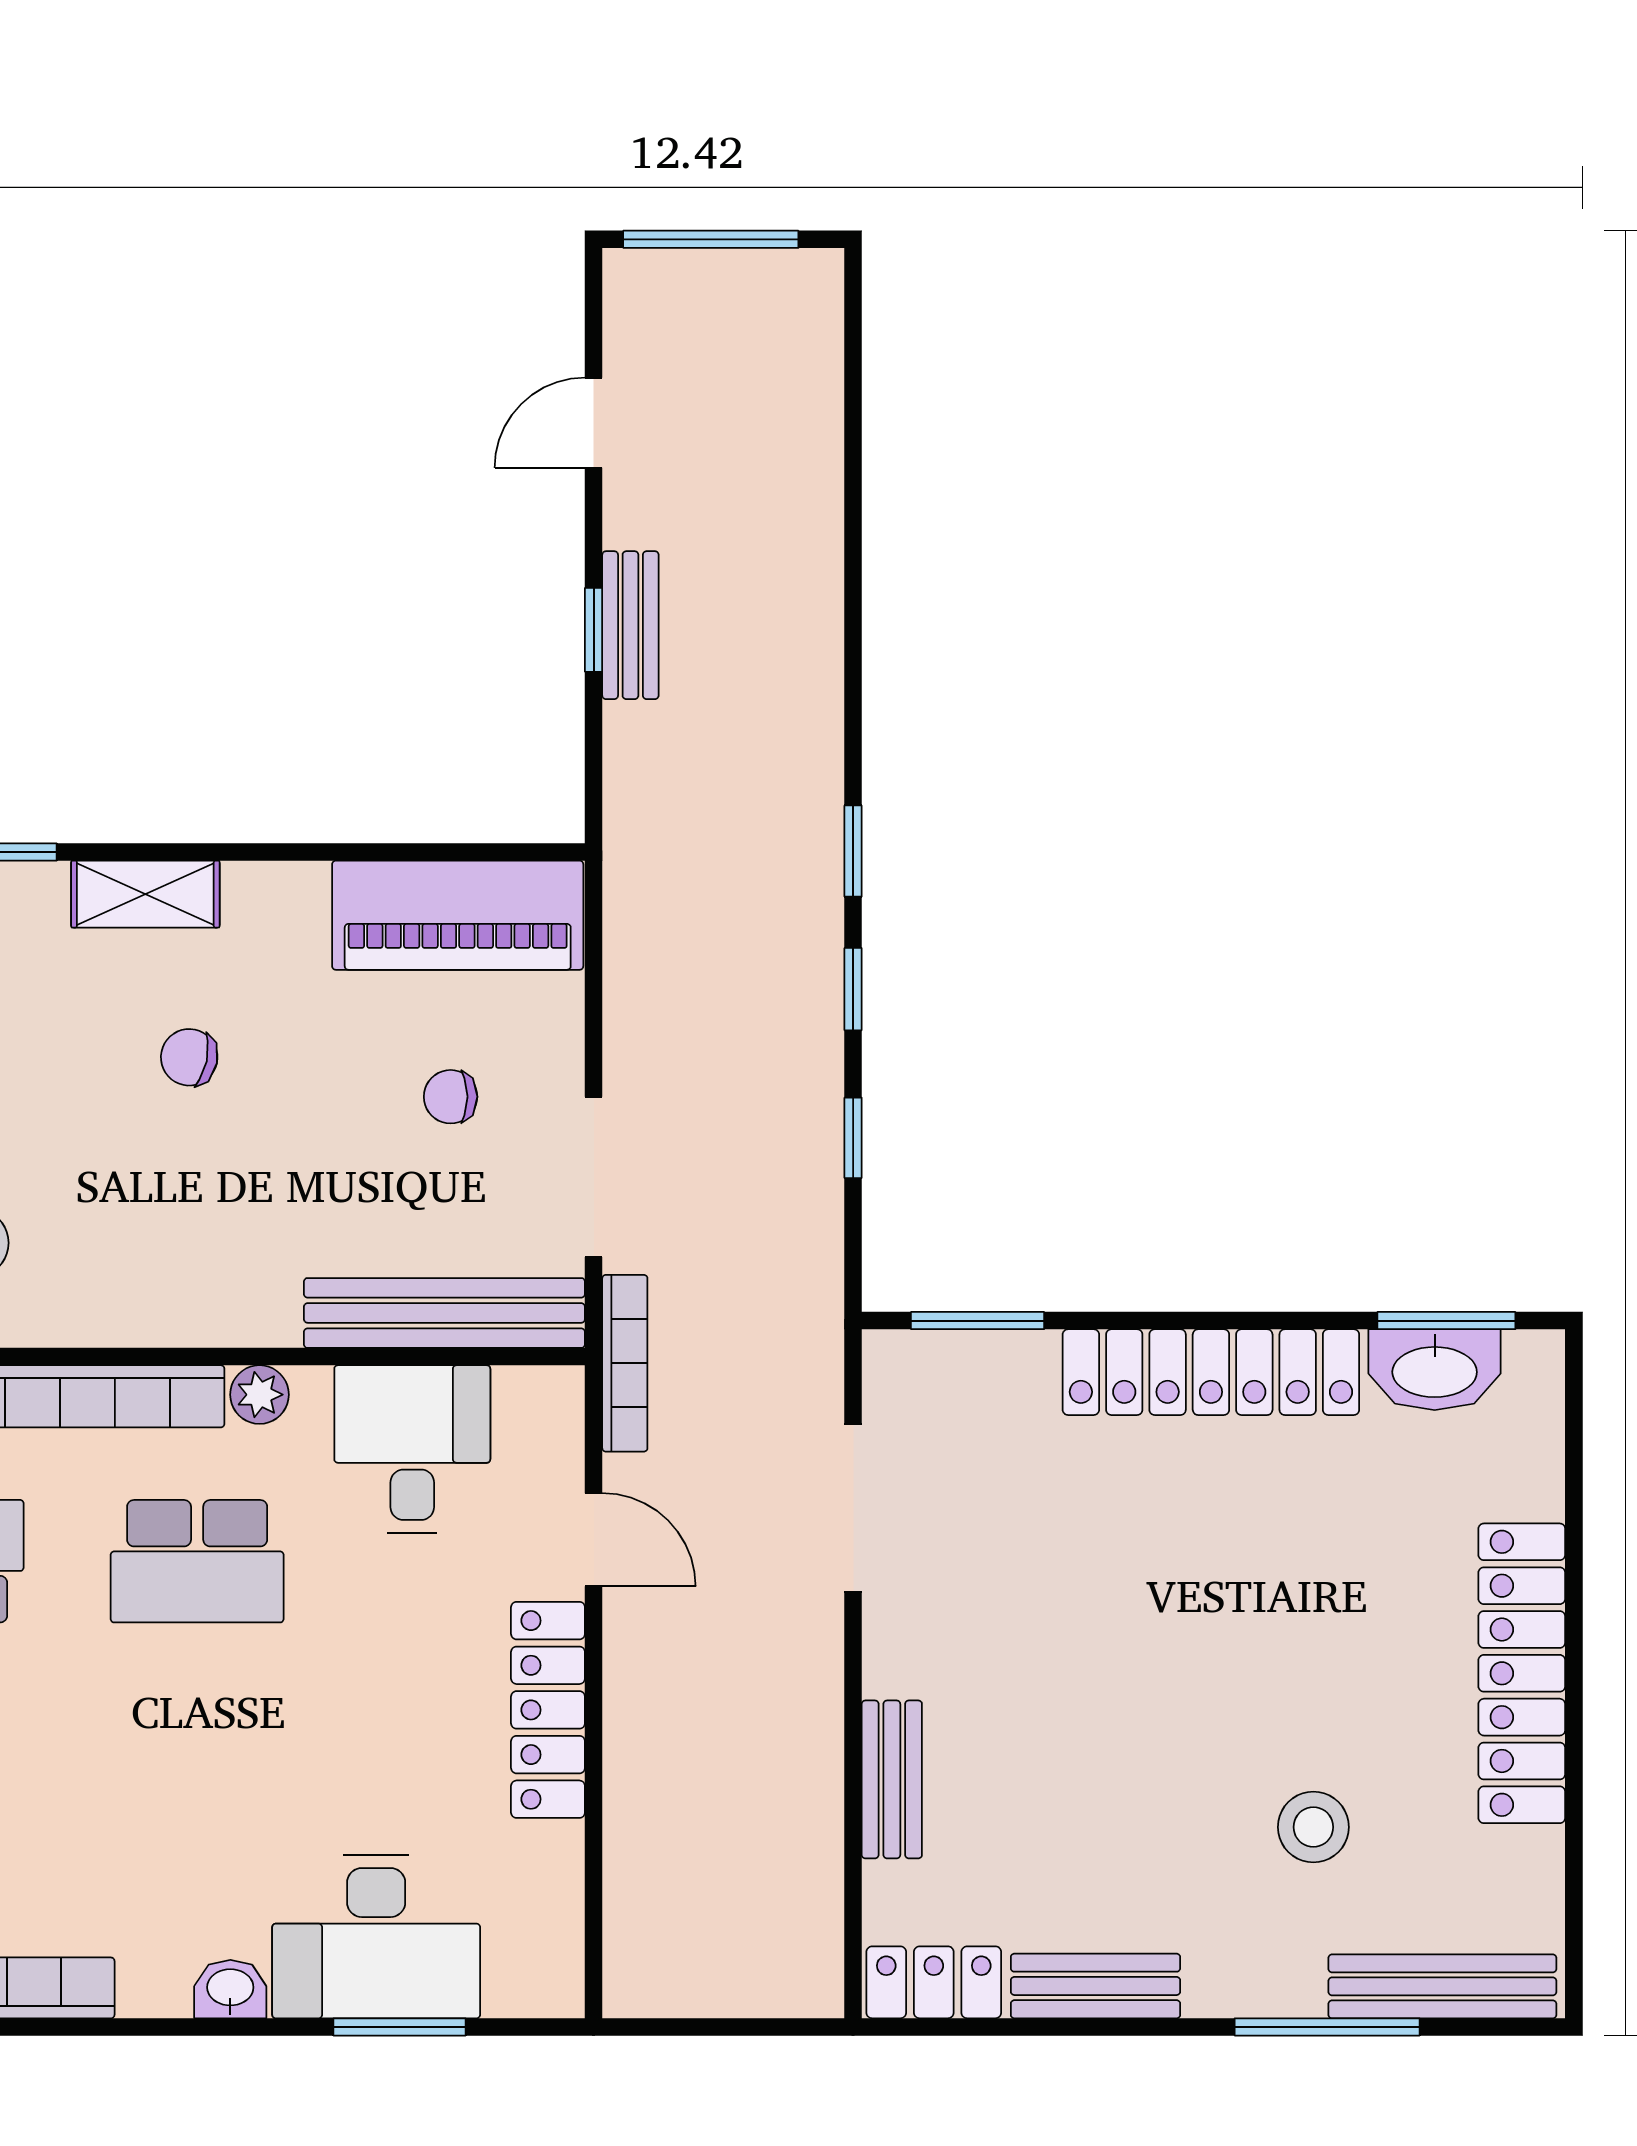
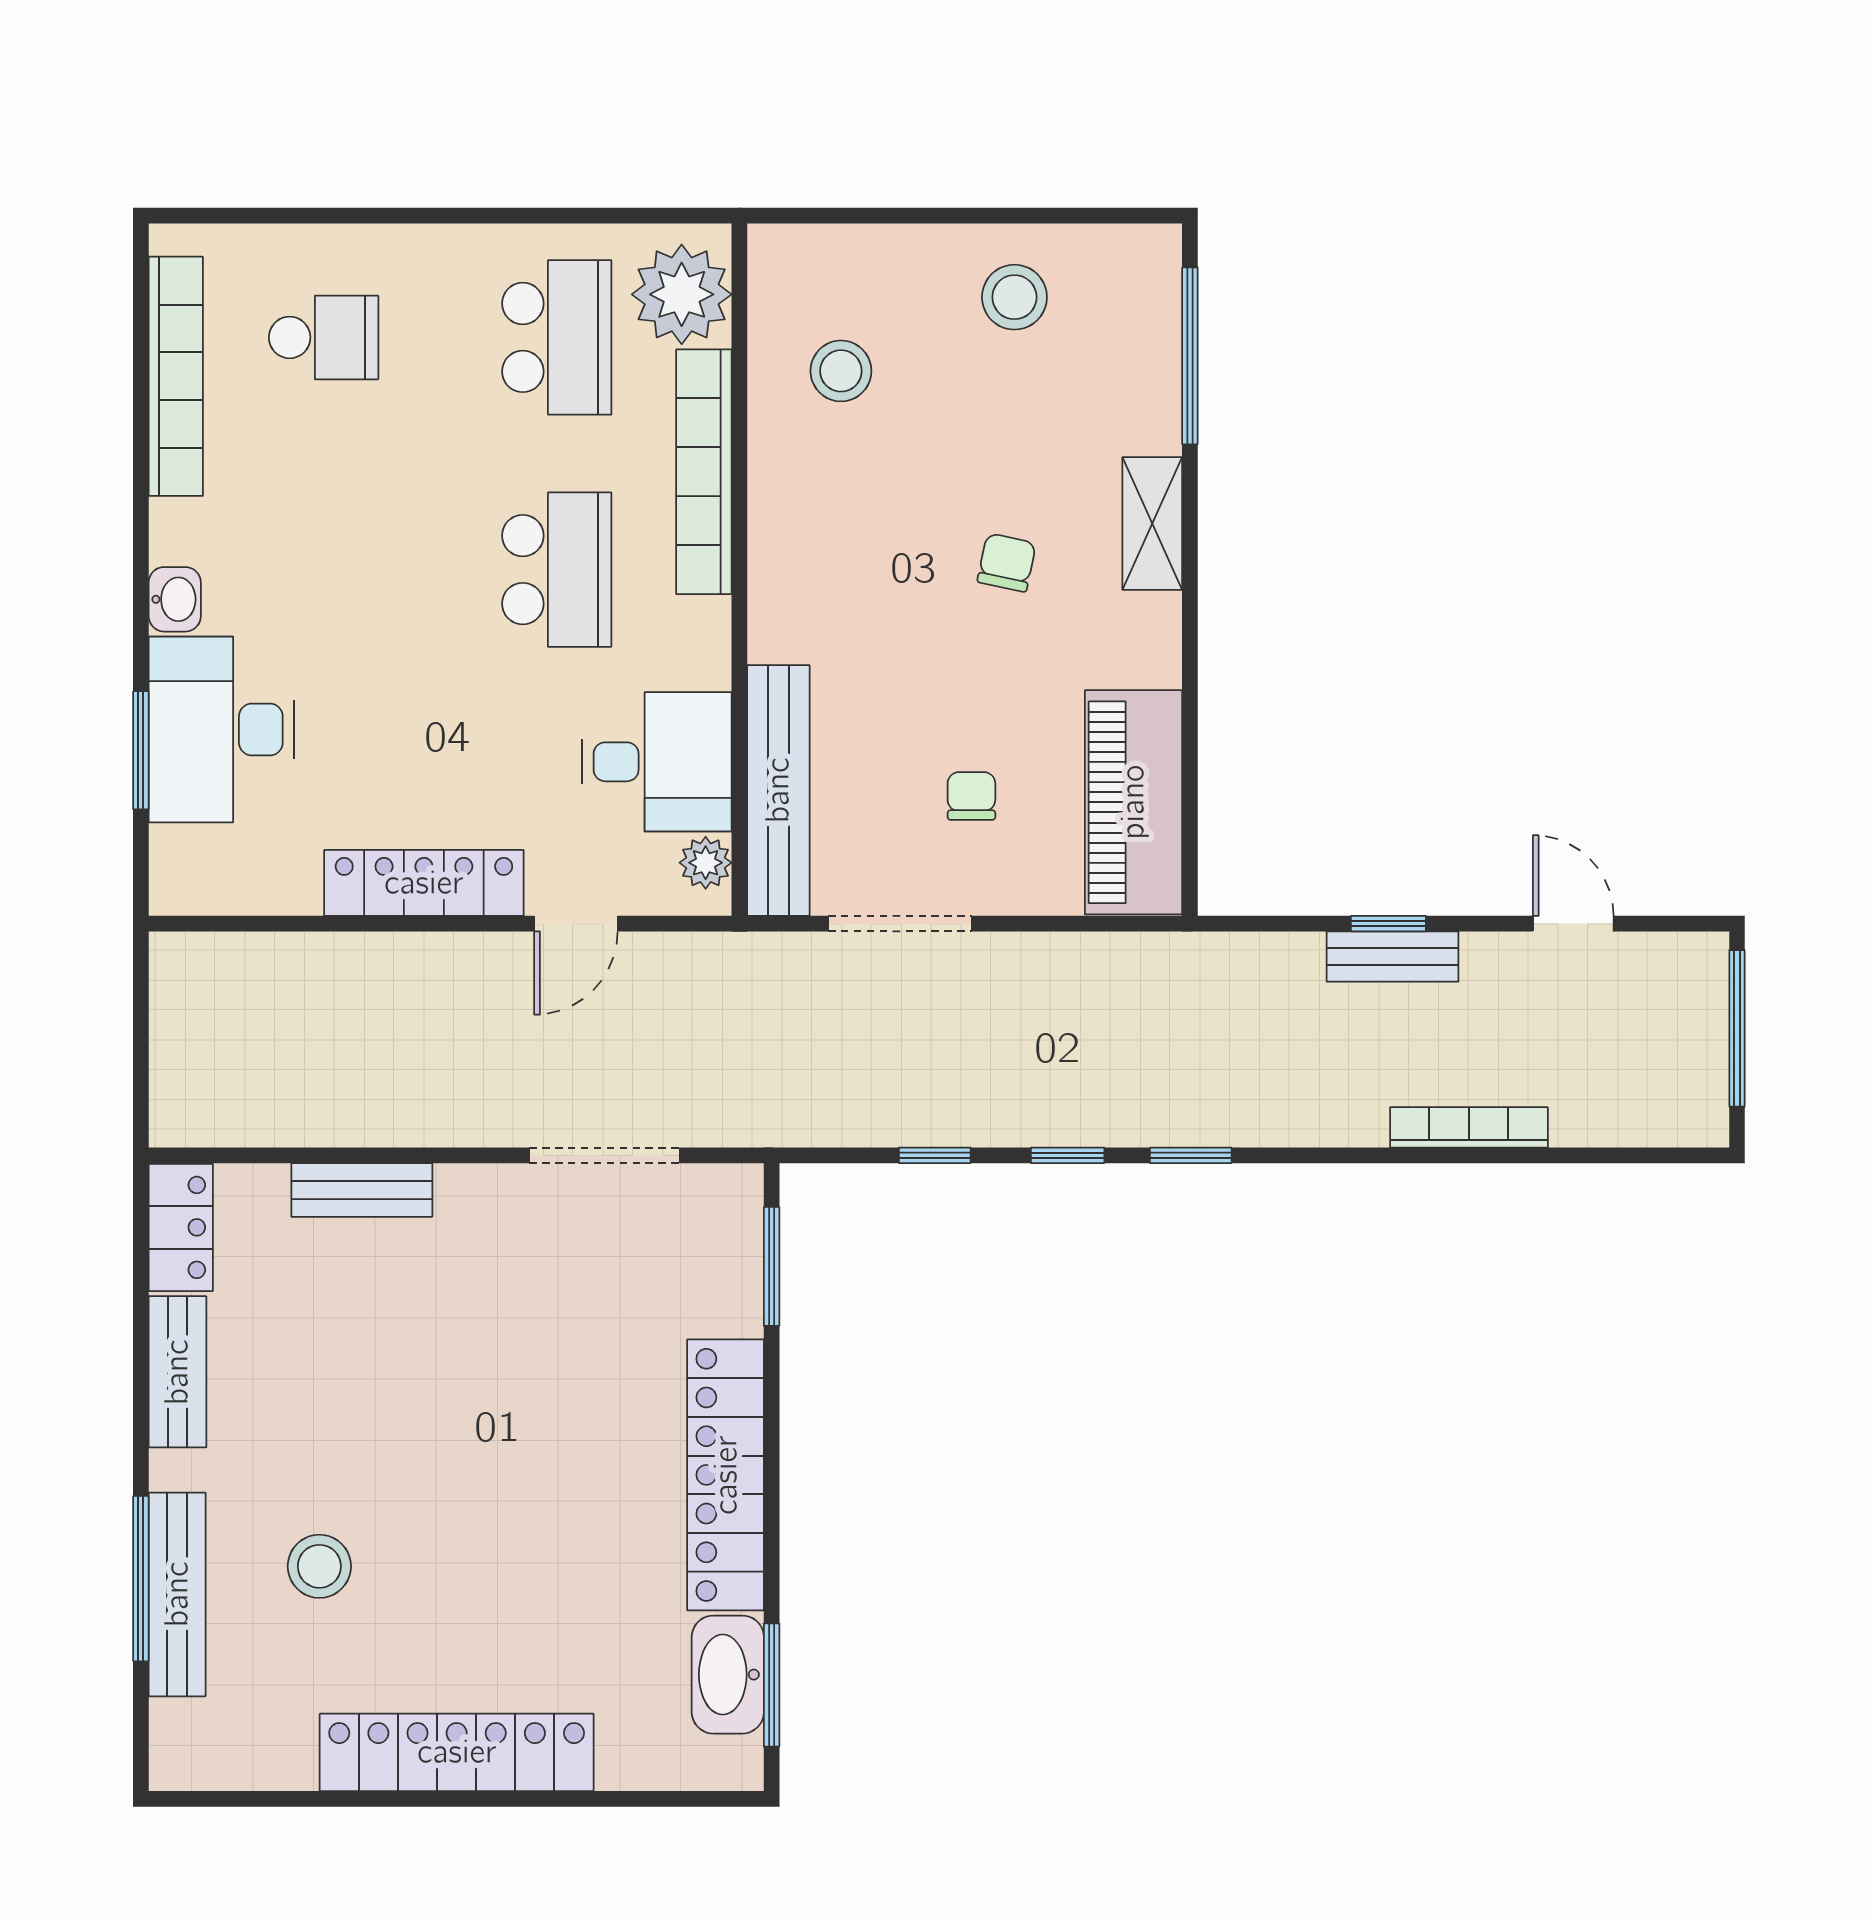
bookcase: (625, 1363) -> (1469, 1127), moved, turned 180
plant: (260, 1395) -> (706, 863), moved
school desk: (197, 1561) -> (557, 570), turned 180
bench: (1442, 1986) -> (177, 1594), moved

